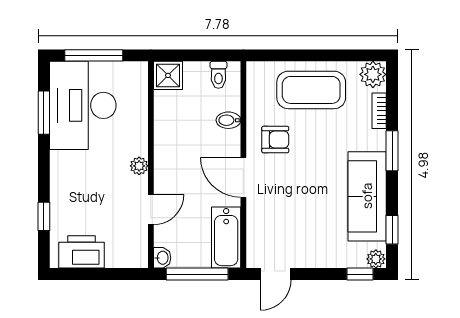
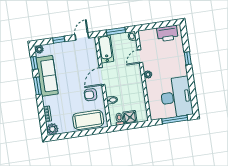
shower: (168, 75) -> (130, 117), moved
coffee table: (311, 90) -> (88, 120), moved
window: (44, 113) -> (193, 91), removed
window: (392, 151) -> (38, 86), moved
door: (243, 177) -> (102, 76), swing flipped
window: (44, 216) -> (188, 58), moved
window: (197, 274) -> (116, 31), width x0.69
window: (360, 274) -> (59, 40), moved

